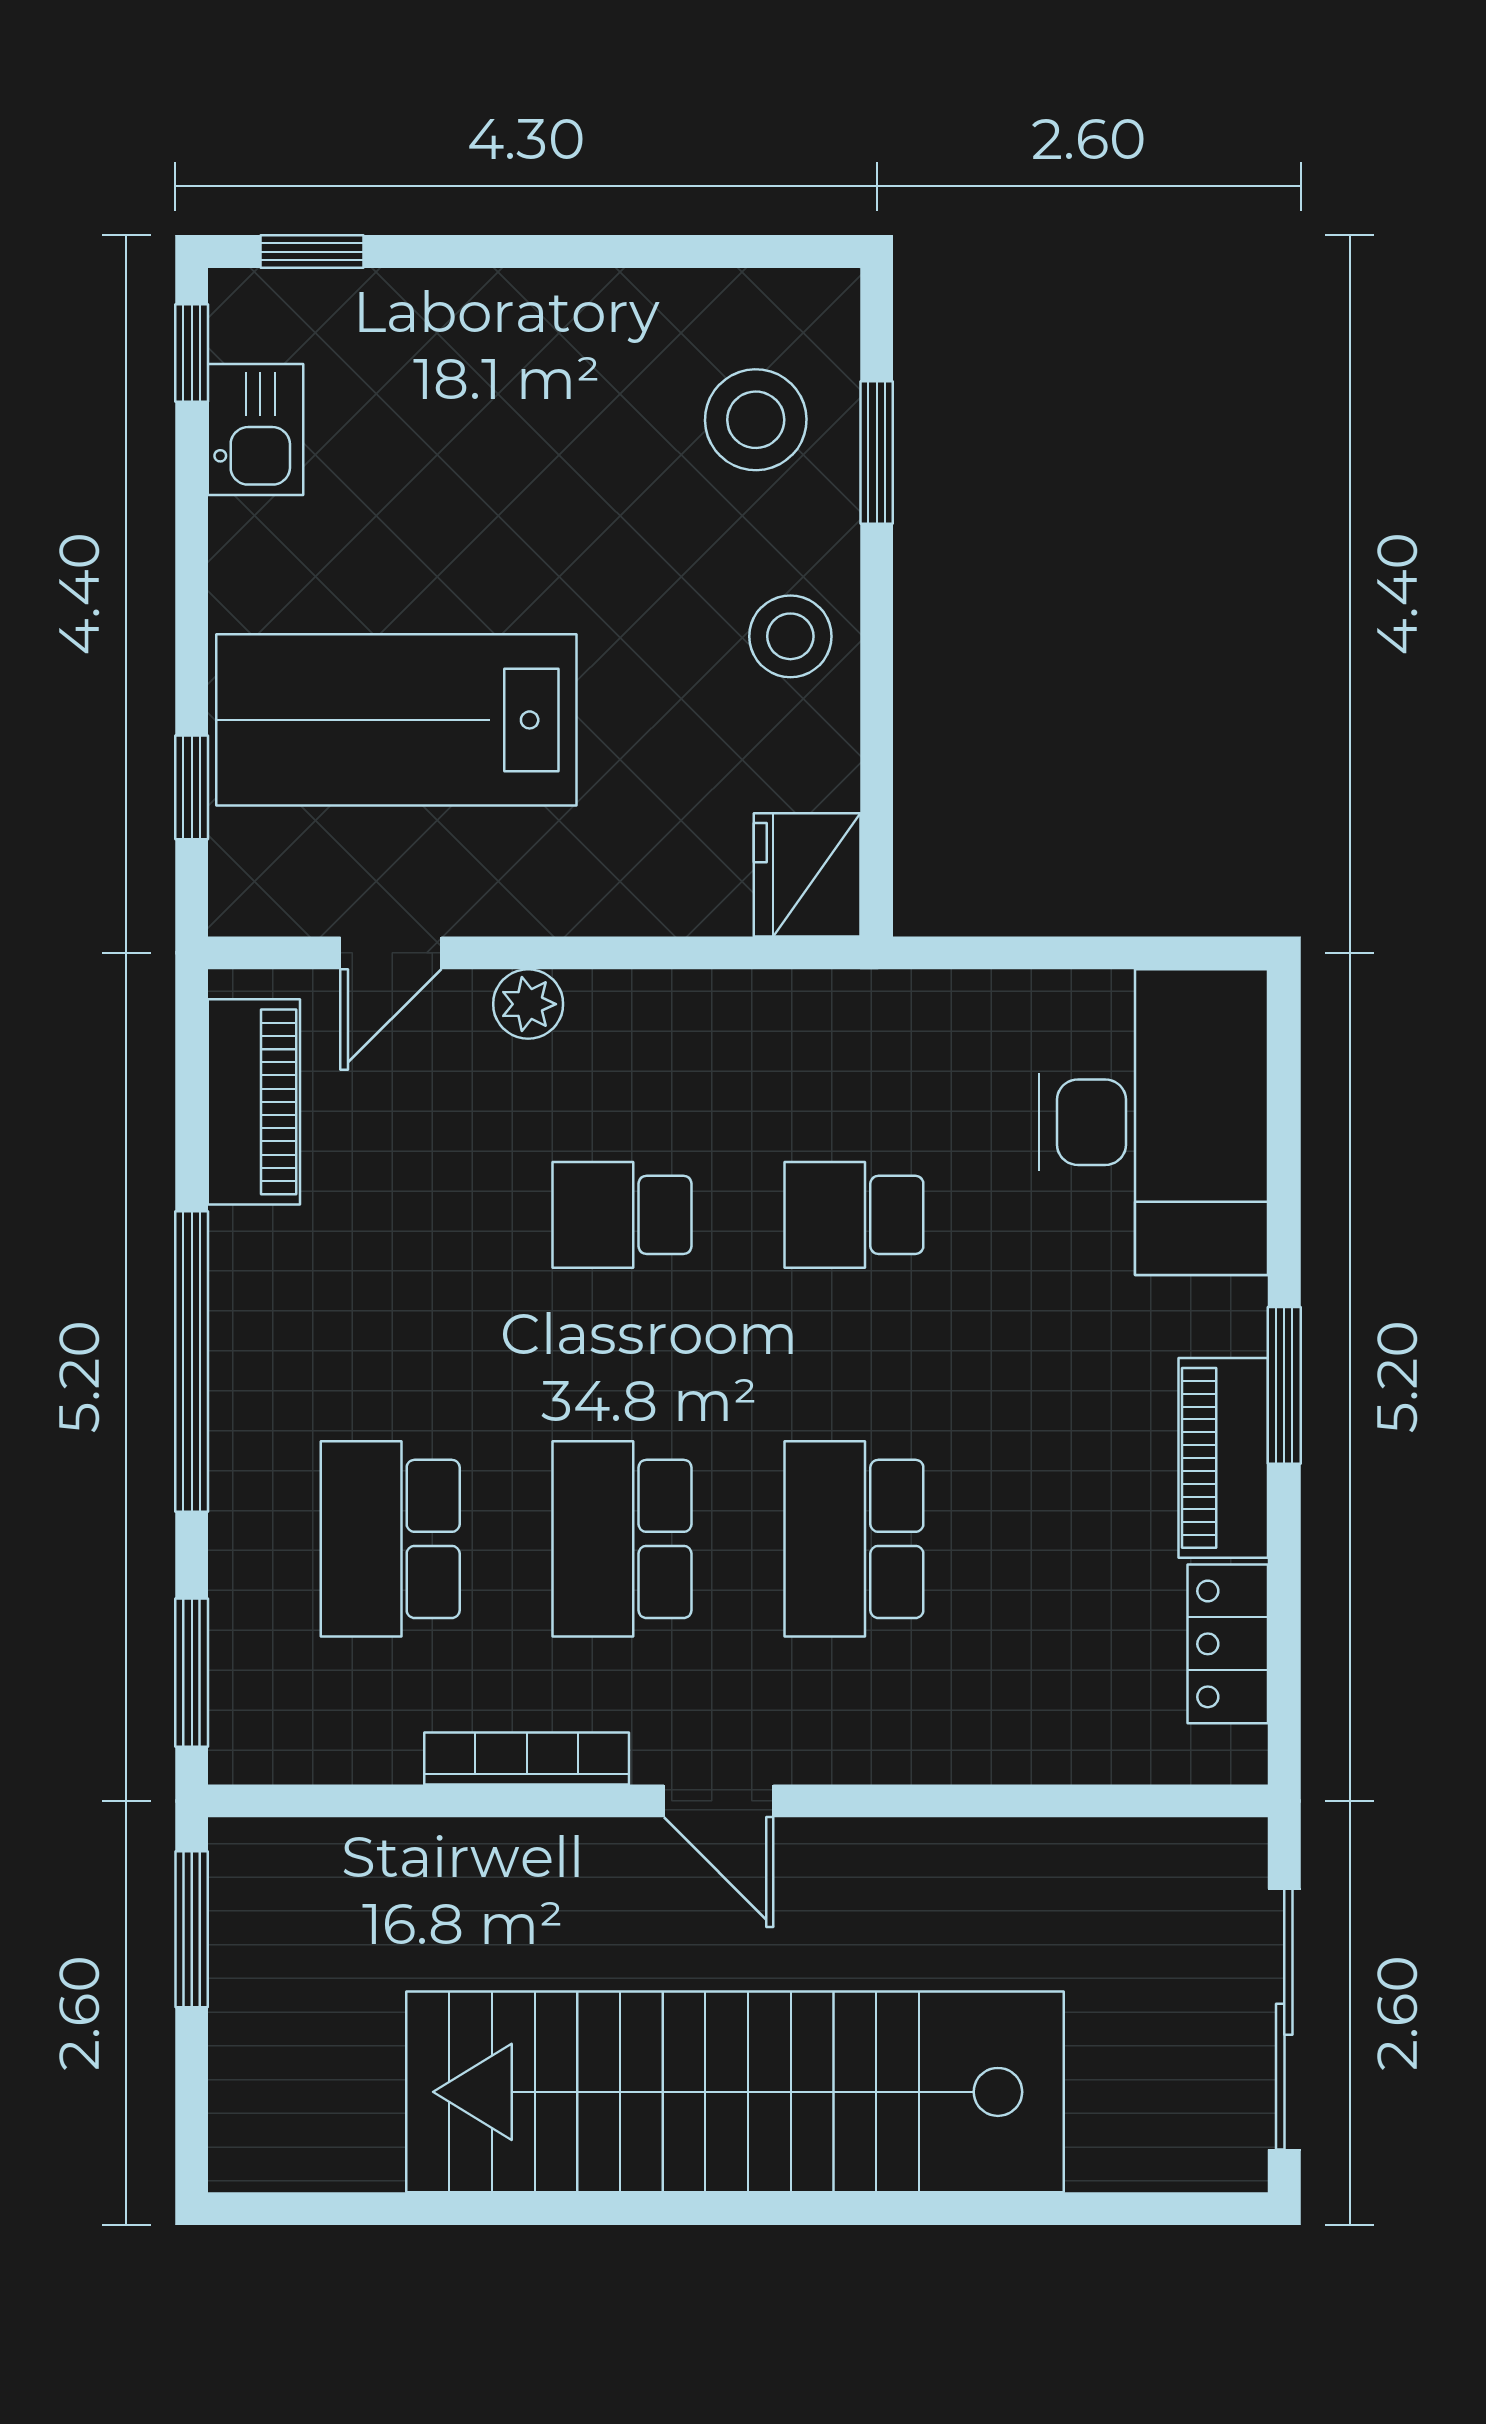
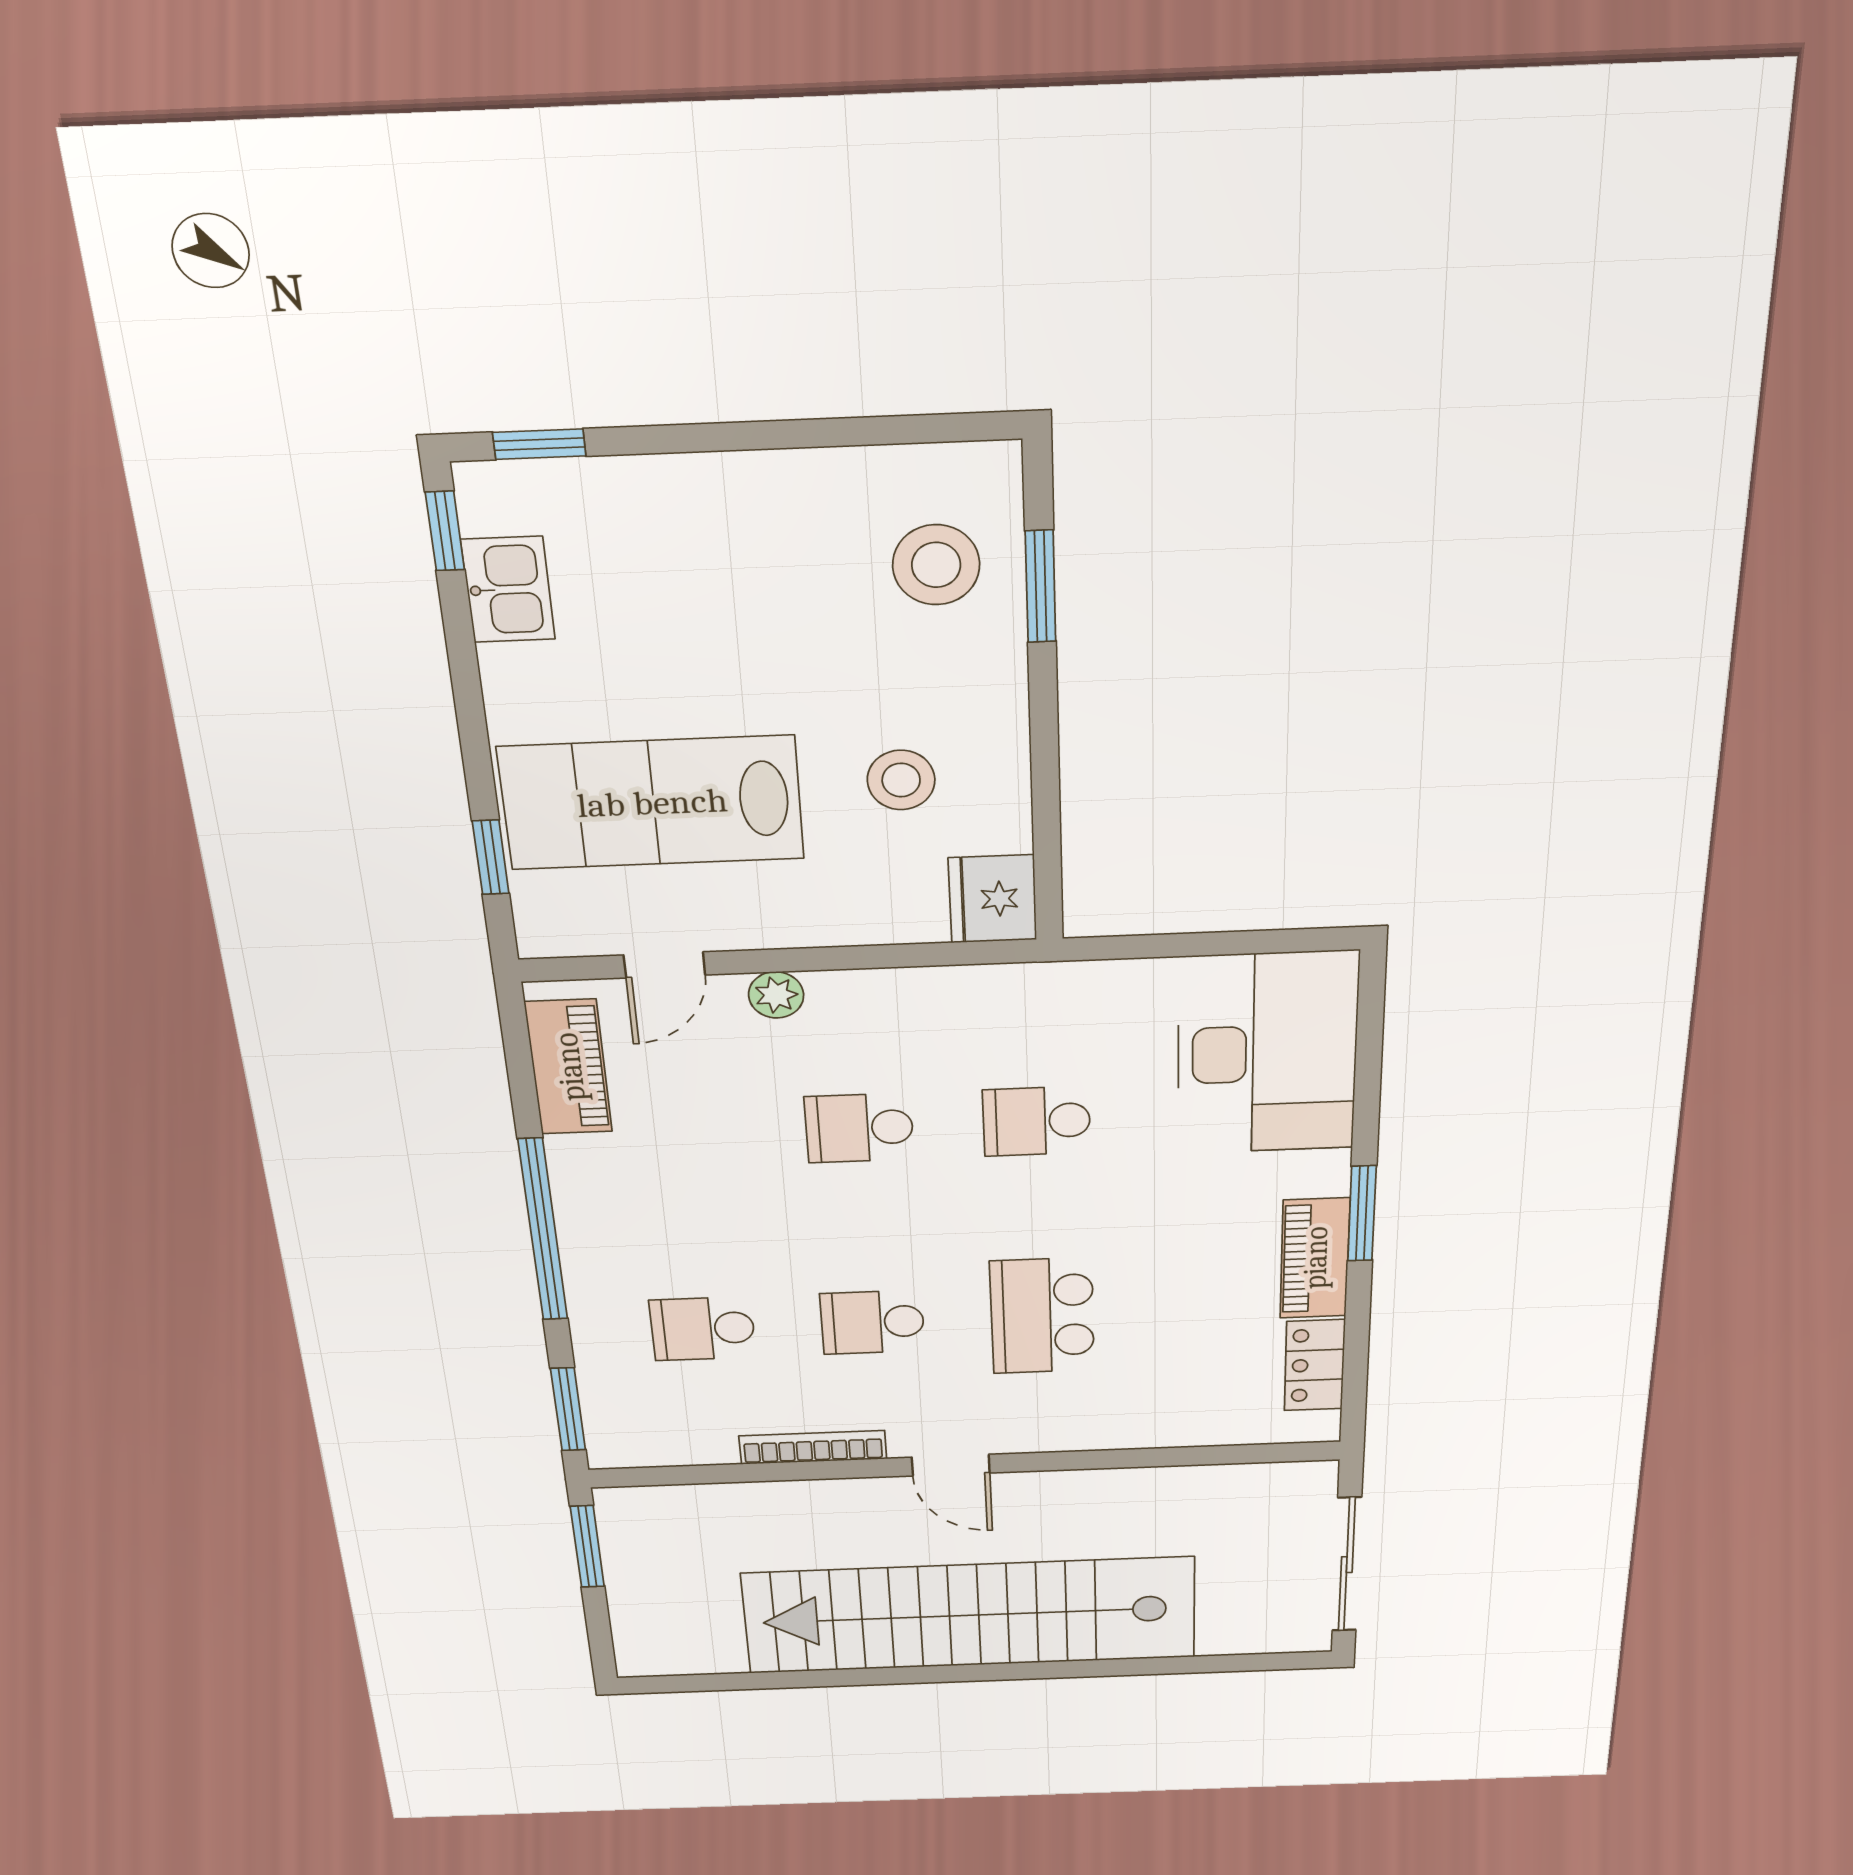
stool: (790, 636) -> (901, 780), moved
school desk: (390, 1539) -> (703, 1329), width x0.54
school desk: (622, 1539) -> (872, 1322), width x0.54

